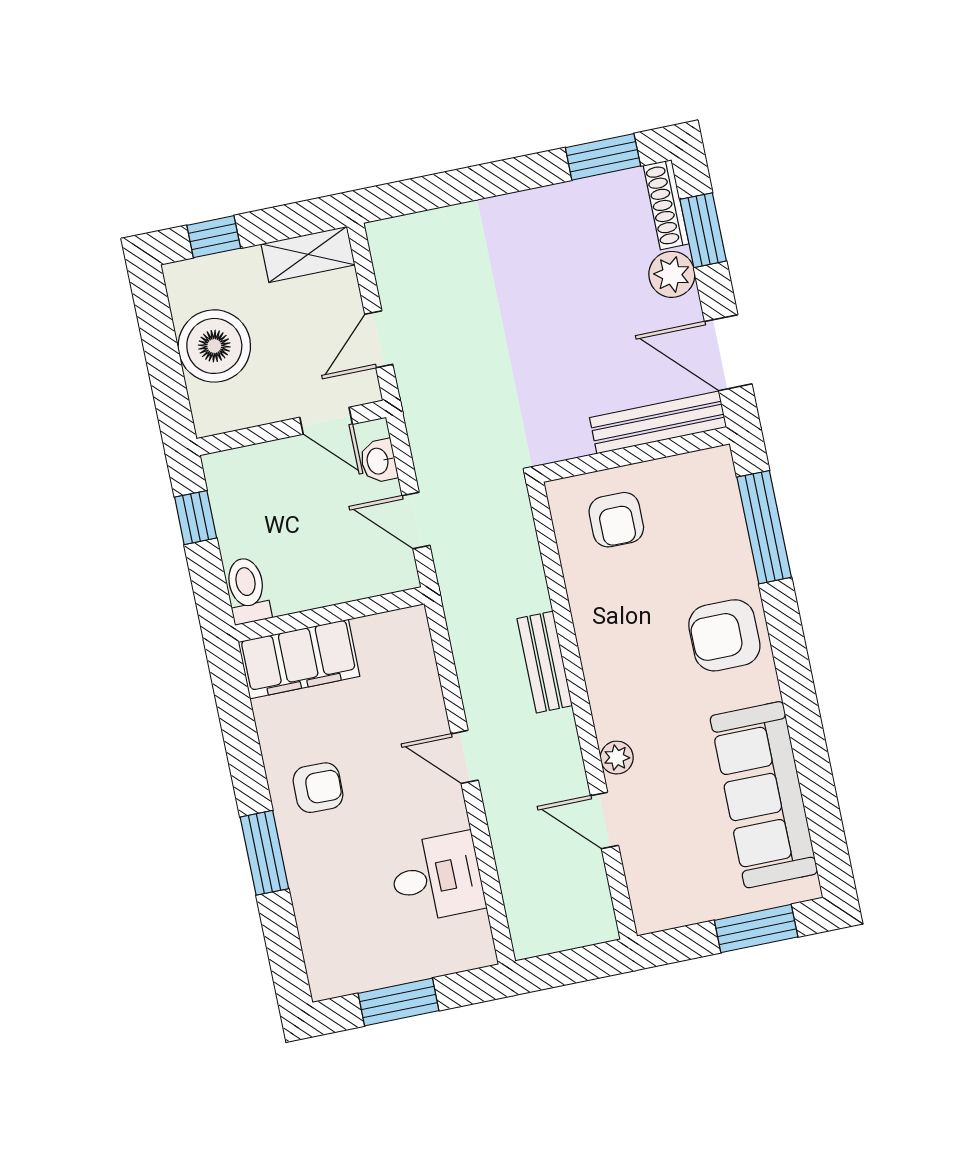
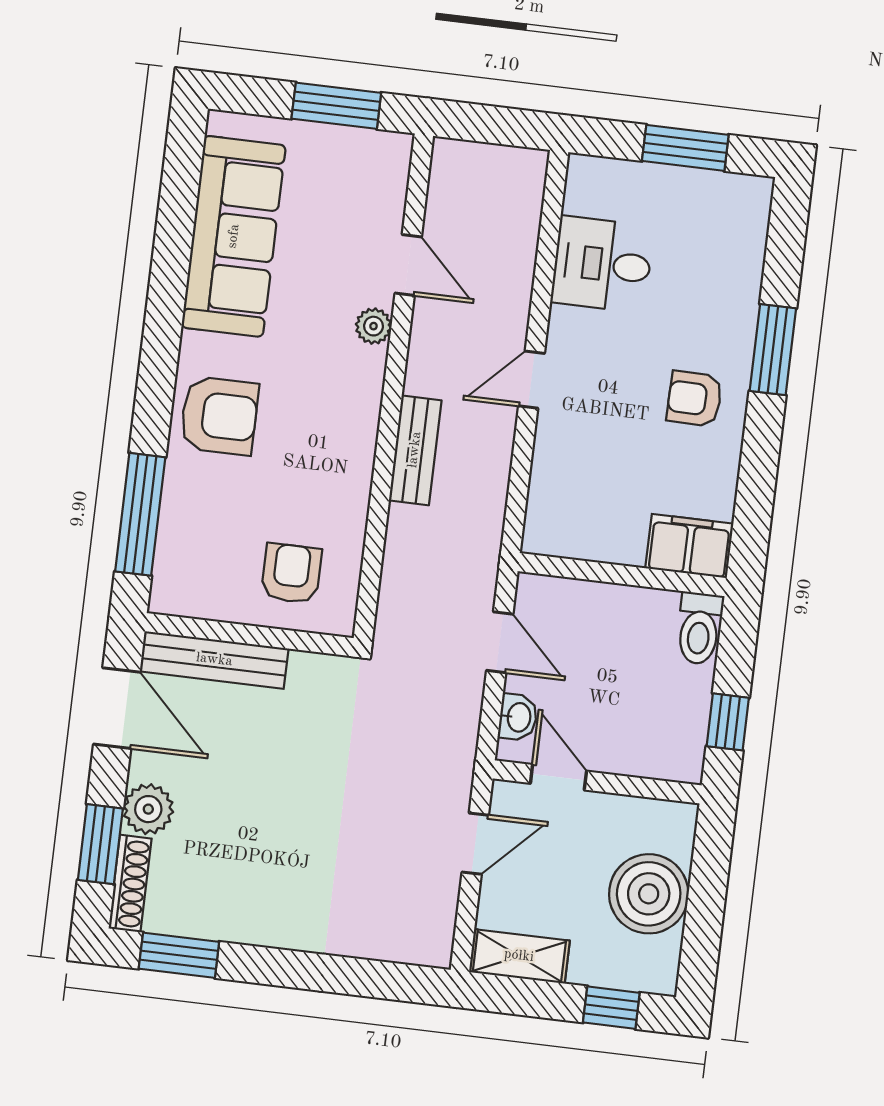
filing cabinet: (299, 659) -> (689, 546), width x0.67, depth x0.86
door: (465, 757) -> (531, 380), swing flipped
window: (756, 929) -> (336, 106), moved

